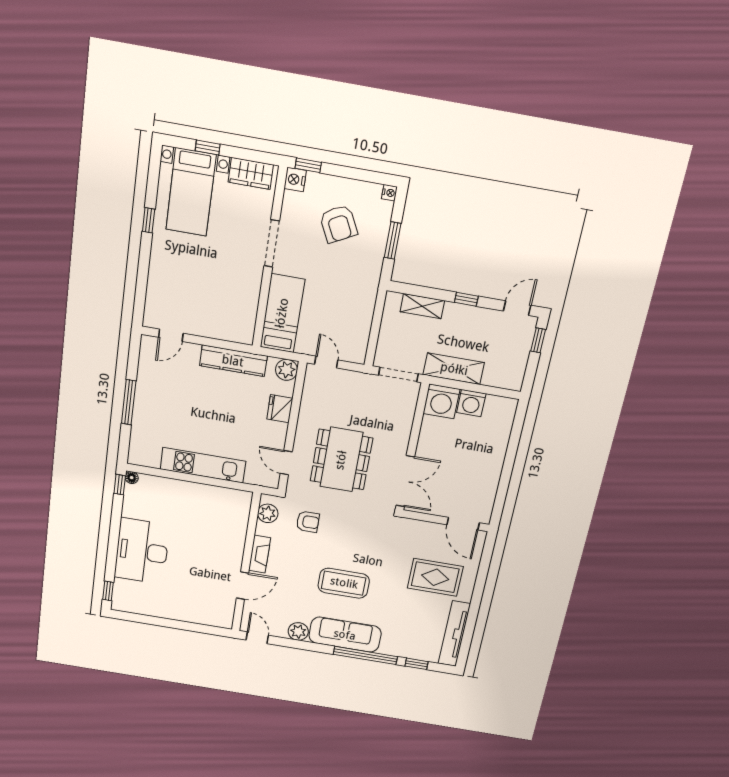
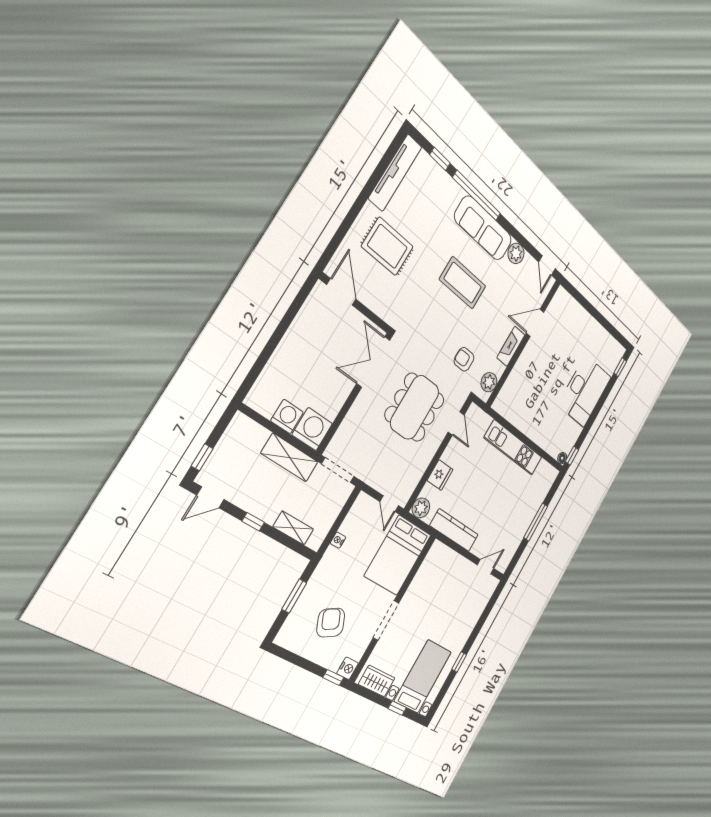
nightstand: (389, 193) -> (338, 540), moved
bed: (282, 313) -> (398, 555), width x1.50

